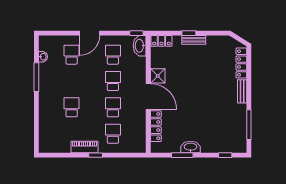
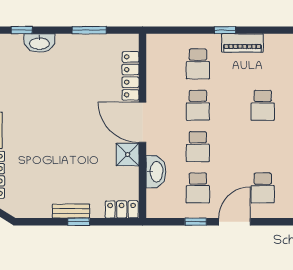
window: (136, 33) -> (196, 222), moved
washbasin: (140, 46) -> (156, 172), moved
washbasin: (191, 147) -> (39, 43), moved

